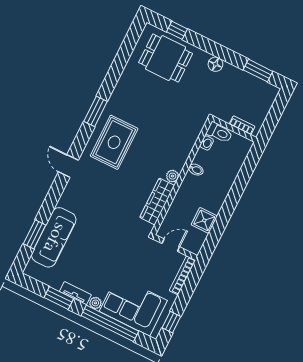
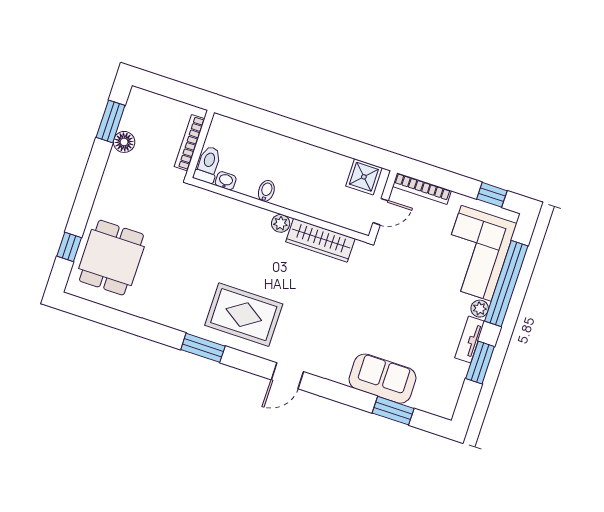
floor lamp: (215, 64) -> (124, 142), moved
bookcase: (242, 125) -> (190, 143), width x1.56
shower: (204, 220) -> (364, 177), moved
sofa: (54, 237) -> (382, 379), width x0.73
door: (171, 245) -> (381, 212), swing flipped

